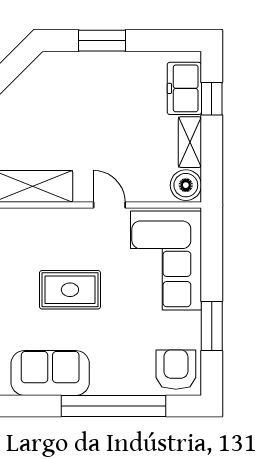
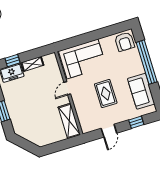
boiler: (186, 185) -> (50, 60), removed
window: (212, 326) -> (103, 33), removed
armchair: (176, 370) -> (124, 42), turned -90

